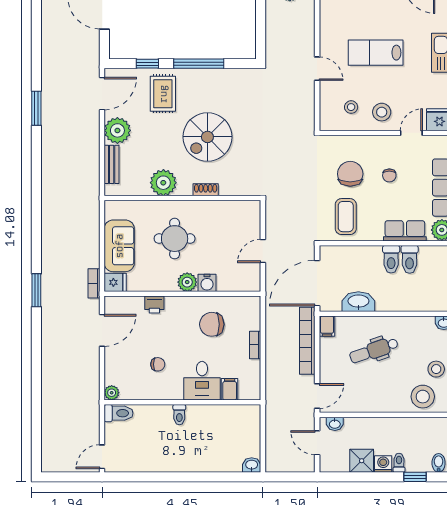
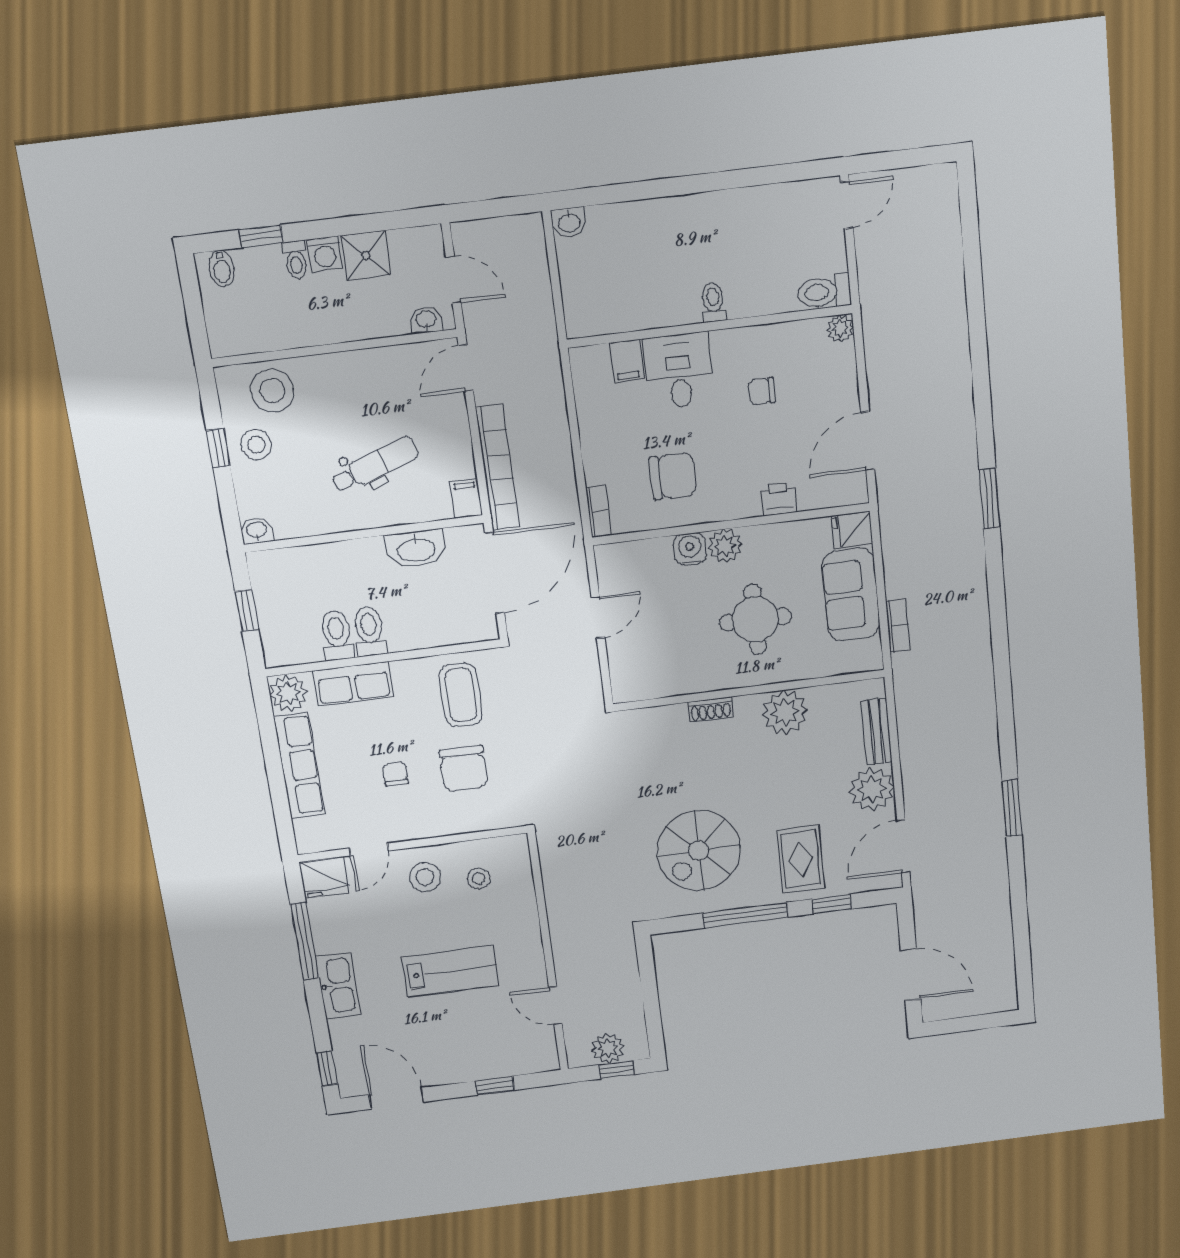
door: (317, 69) -> (555, 1006), moved
spiral stairs: (207, 137) -> (699, 851), moved, turned 180
bookcase: (94, 283) -> (898, 625), moved
bookcase: (255, 345) -> (599, 512), moved

